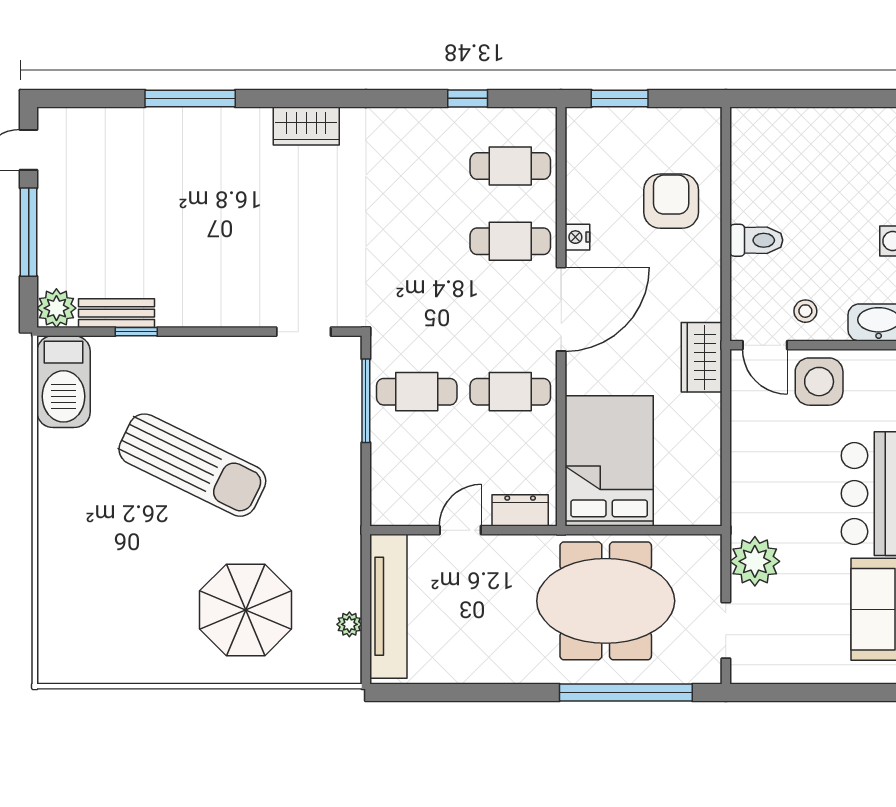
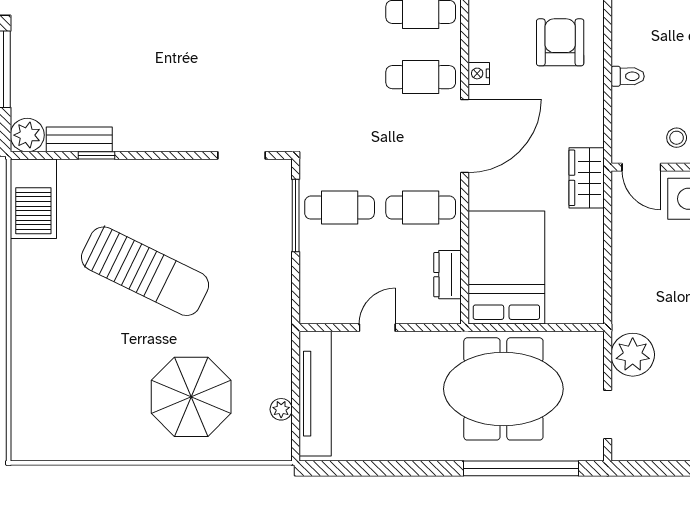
toilet: (756, 240) -> (628, 76), width x0.73, depth x0.72
dresser: (520, 510) -> (448, 275), moved, turned -90

